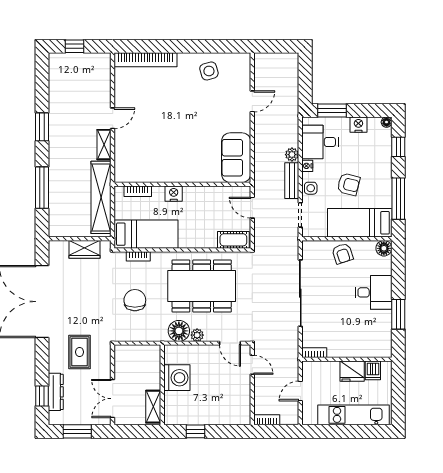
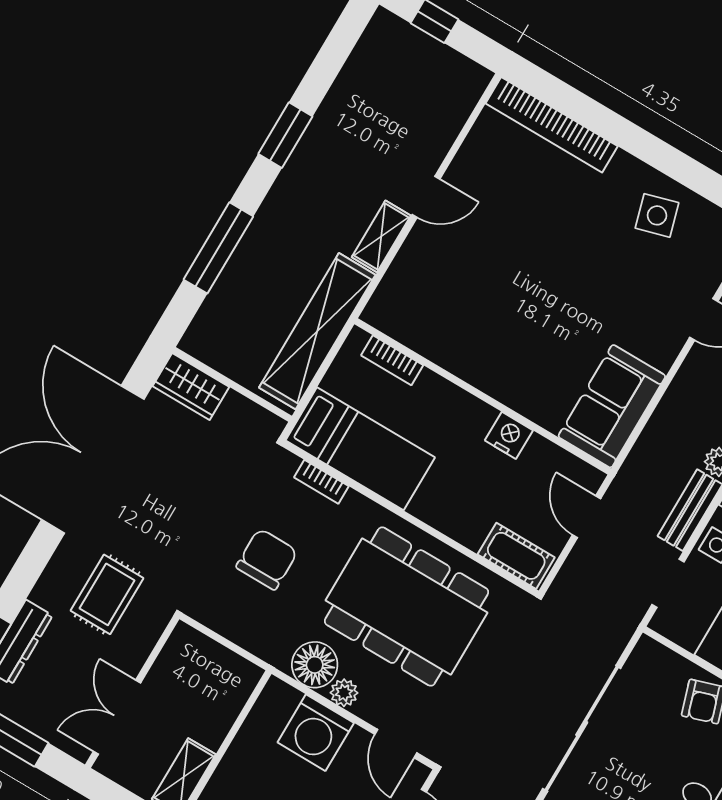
nightstand: (174, 194) -> (509, 435), moved
wardrobe: (84, 249) -> (191, 387), moved
washing machine: (177, 378) -> (316, 733), moved, turned 90

